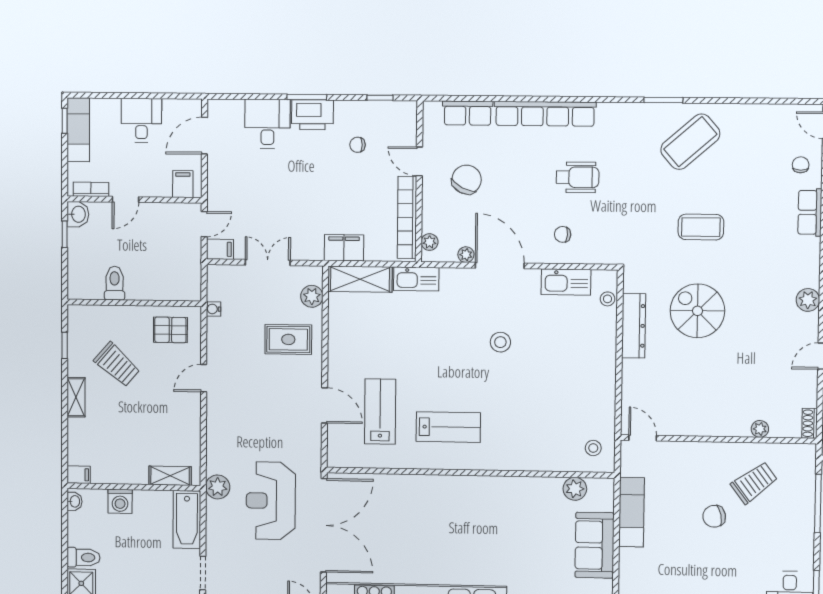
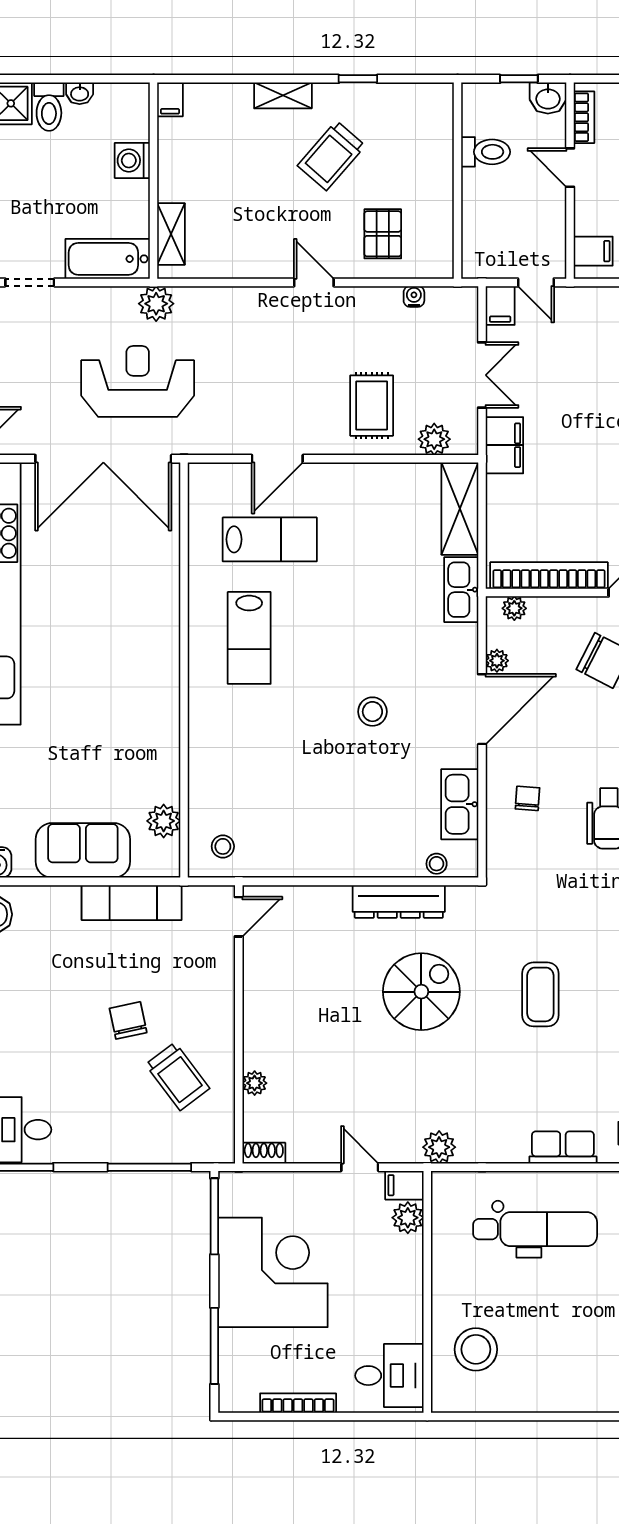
filing cabinet: (344, 248) -> (504, 445), moved
toilet: (115, 283) -> (486, 152), moved
wall: (134, 303) -> (458, 181), moved
washbasin: (74, 501) -> (80, 93), moved

